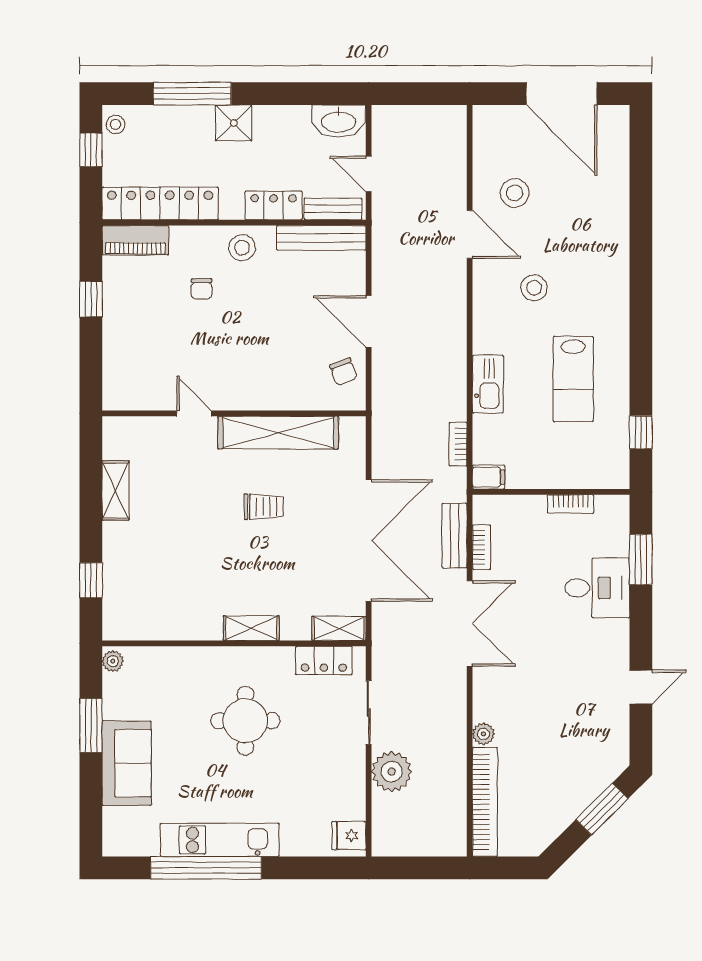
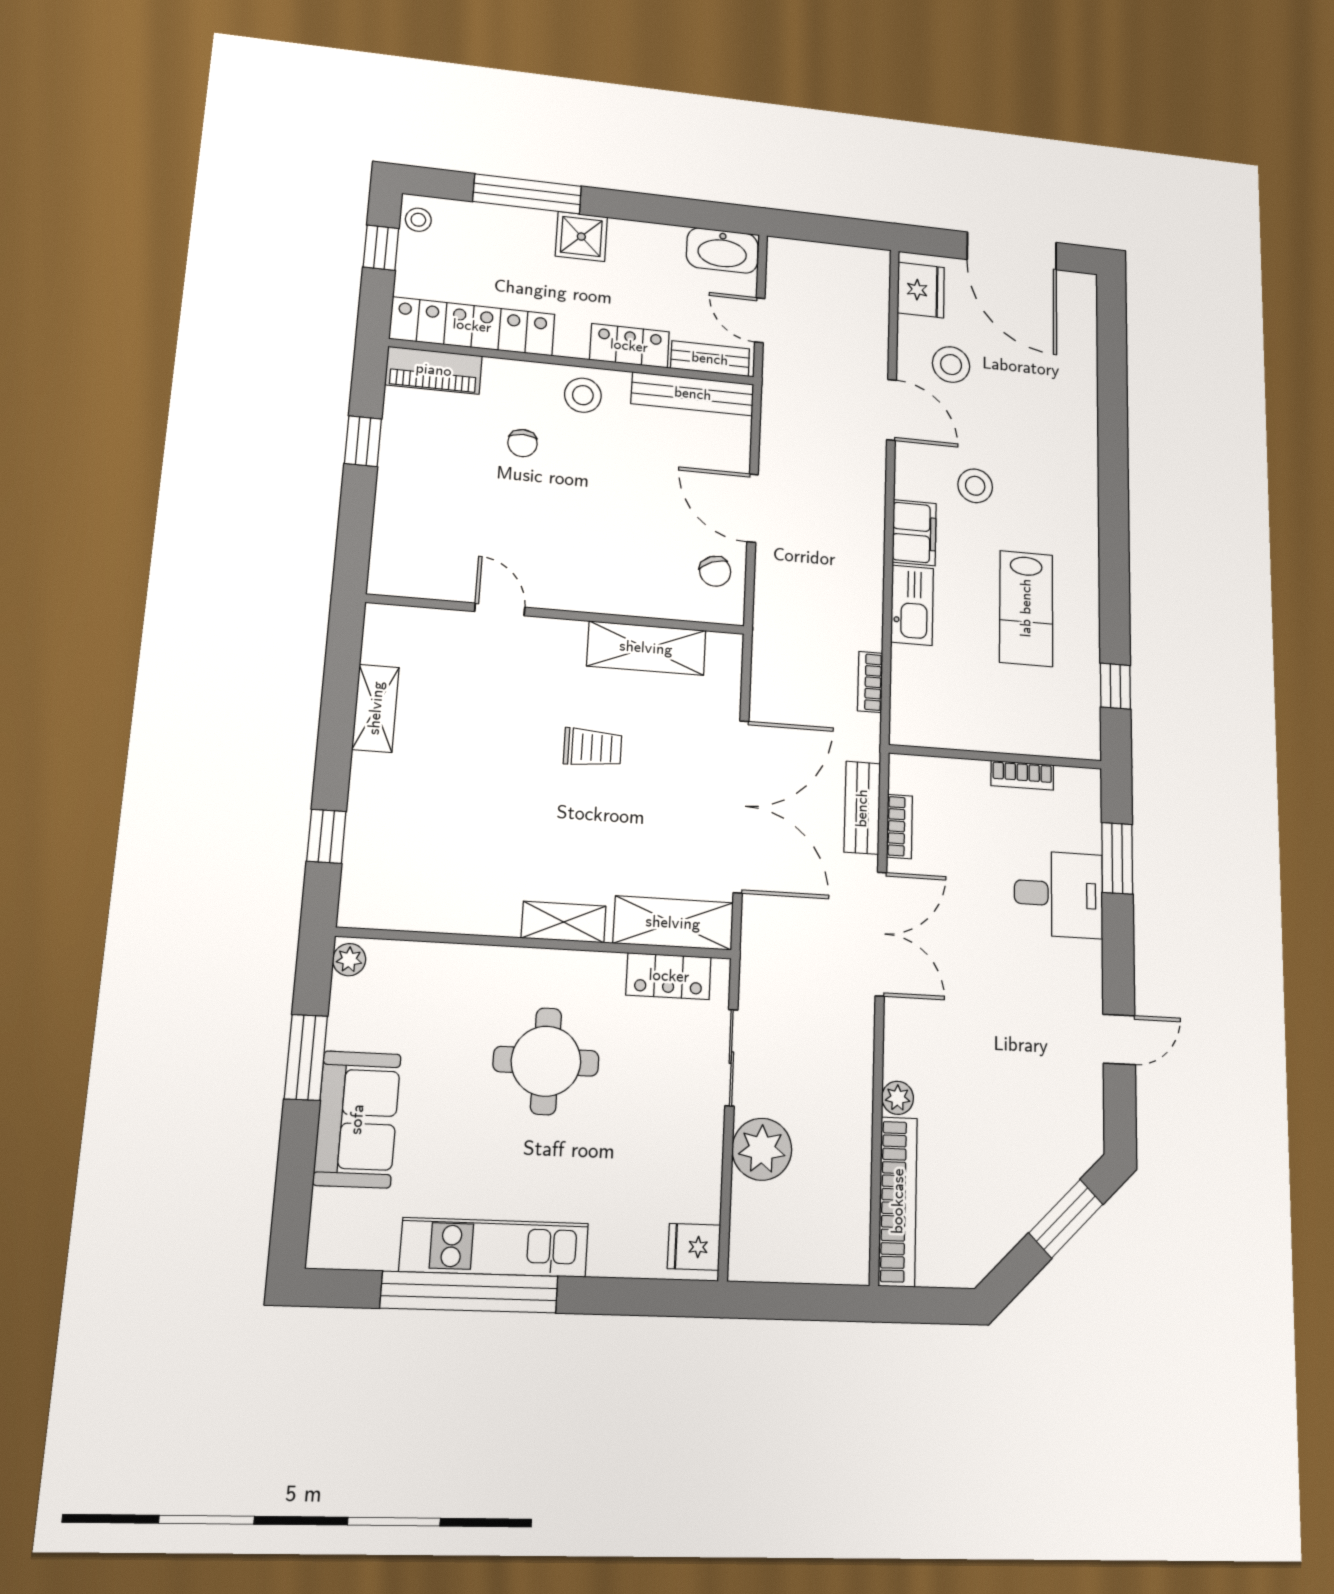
fridge: (490, 135) -> (921, 290), added
shelving: (278, 433) -> (646, 648), width x0.68
filing cabinet: (489, 477) -> (914, 533), moved, width x2.00
shelving: (339, 628) -> (673, 923), width x1.50, depth x1.33

